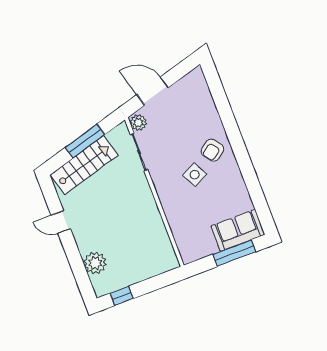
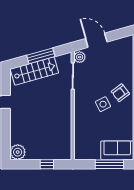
plant: (95, 263) -> (18, 152), moved
window: (122, 296) -> (47, 164), moved

